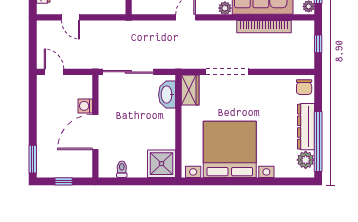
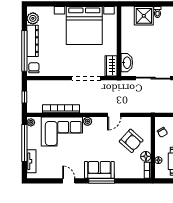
window: (318, 142) -> (24, 51), moved
shower: (162, 164) -> (144, 16), moved

